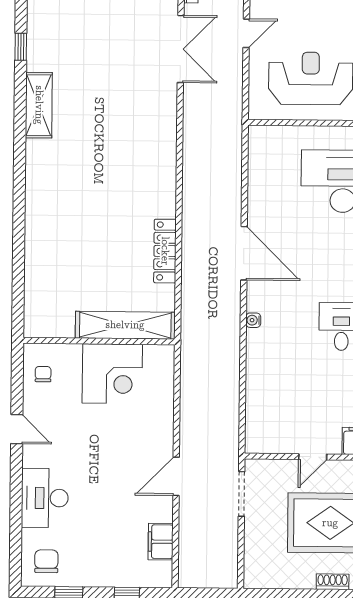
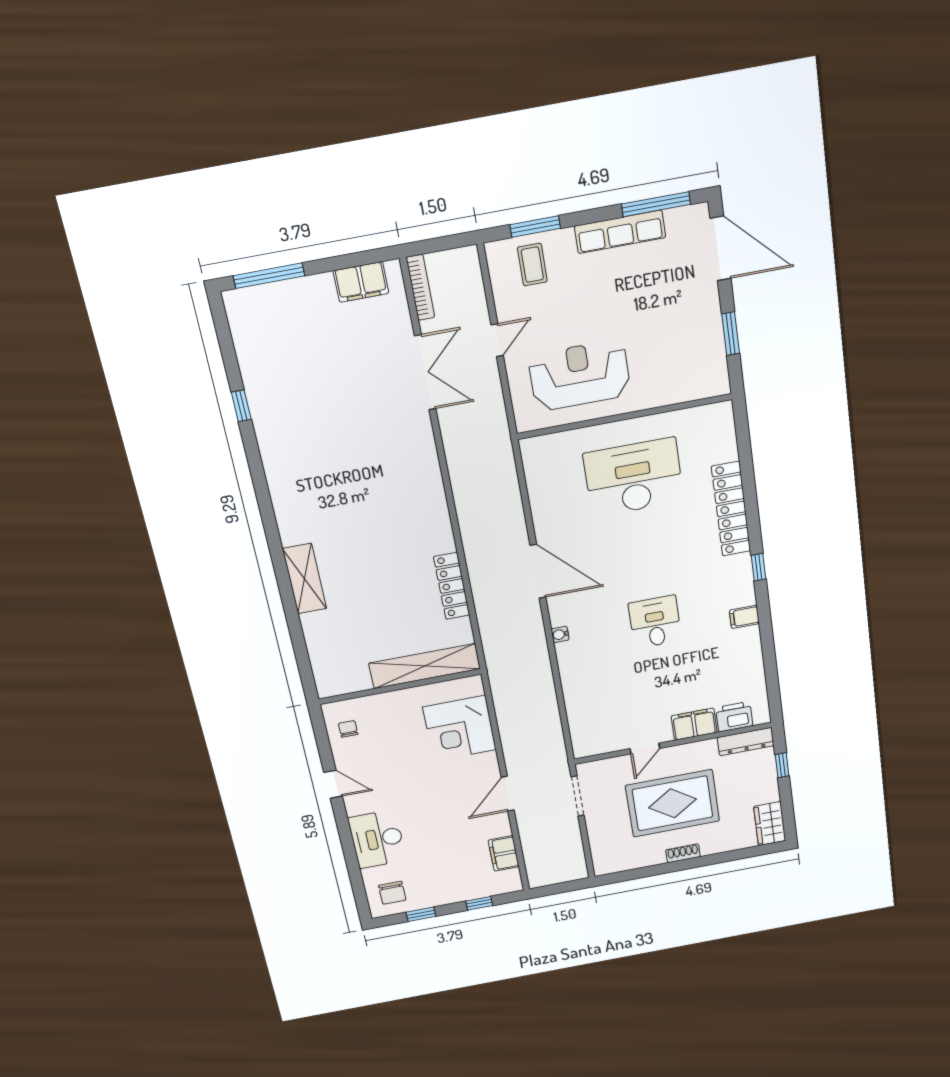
shelving: (39, 105) -> (305, 579), moved
corner desk: (112, 374) -> (460, 728), moved, turned 90
chair: (46, 561) -> (392, 893), turned 180

